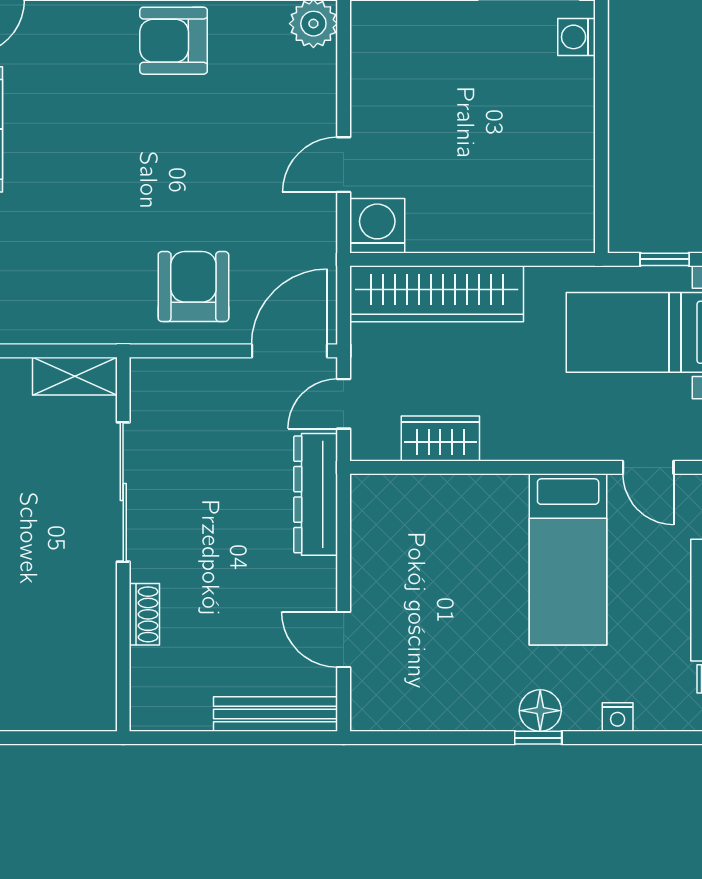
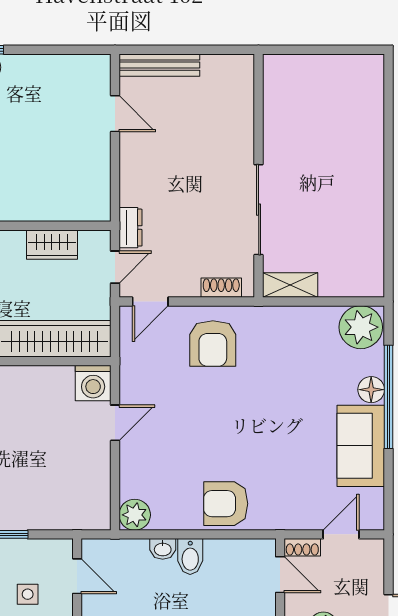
armchair: (174, 41) -> (226, 504), turned 180
door: (289, 351) -> (150, 302), width x0.73
dresser: (316, 494) -> (130, 228), width x0.51, depth x0.80
shoe rack: (144, 614) -> (221, 288), moved, turned 90

